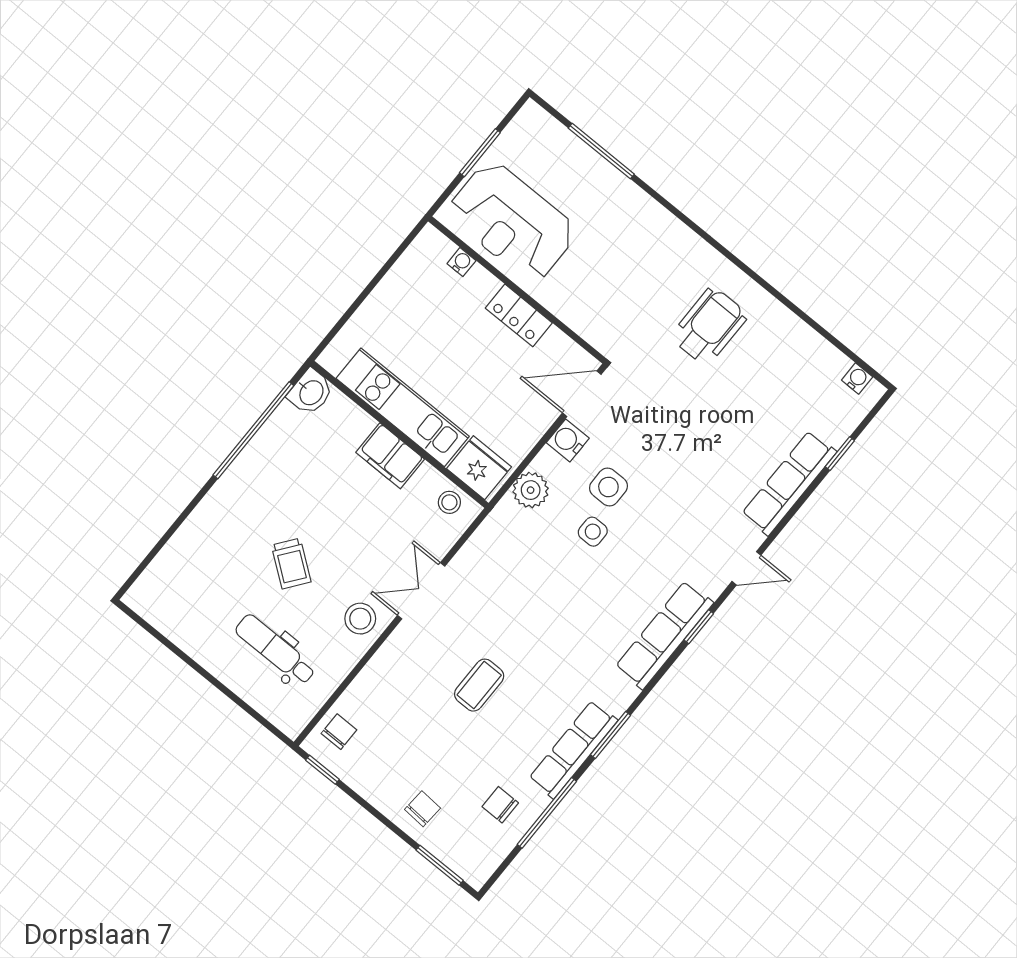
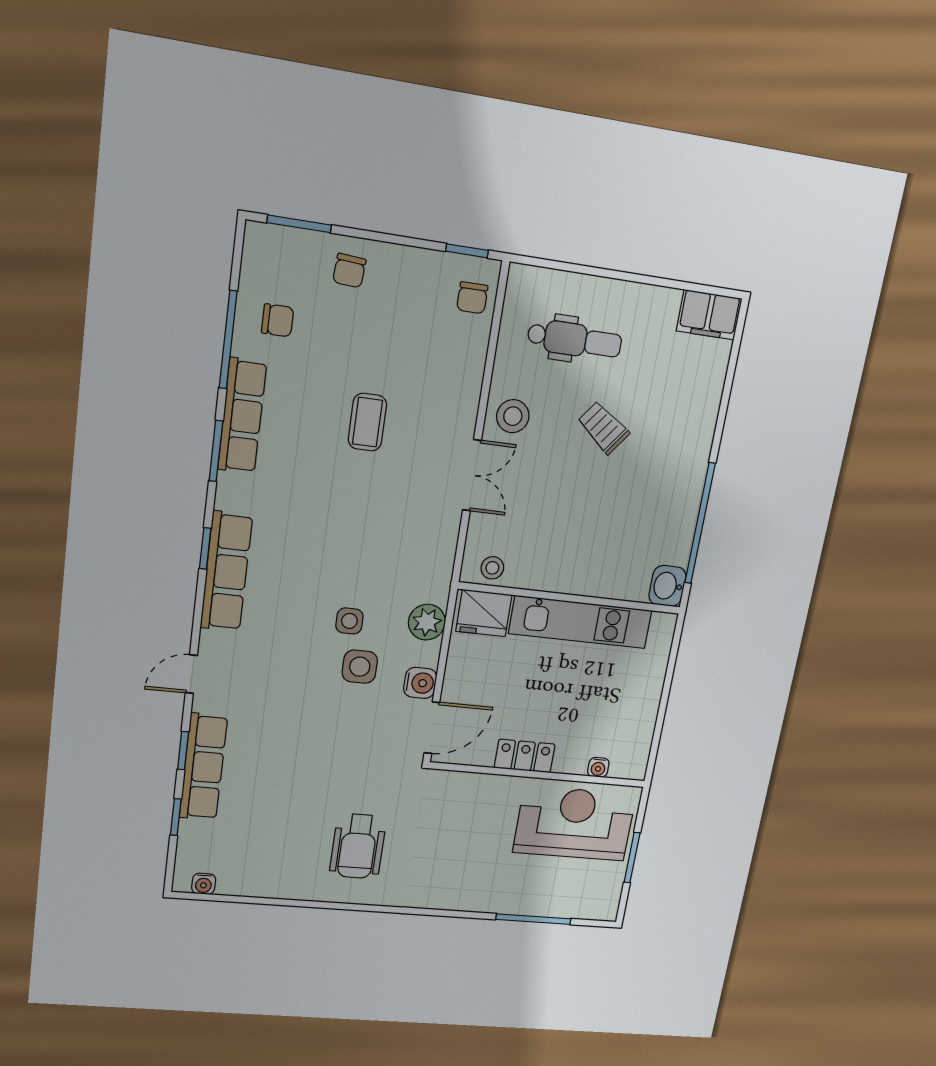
filing cabinet: (390, 456) -> (709, 315), moved, turned 180
window: (796, 508) -> (183, 751), added
window: (699, 627) -> (205, 549), moved

